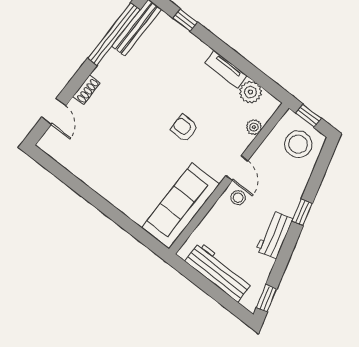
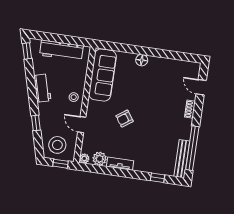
plant: (254, 127) -> (84, 159), moved
armchair: (184, 128) -> (125, 119), turned 145
door: (237, 168) -> (82, 125), moved
floor lamp: (115, 196) -> (142, 60), added
window: (302, 212) -> (36, 123), moved

